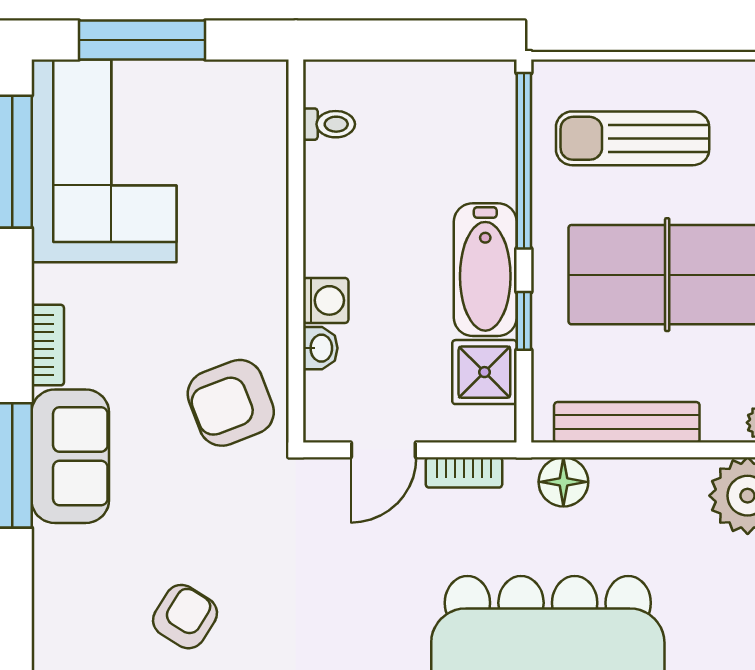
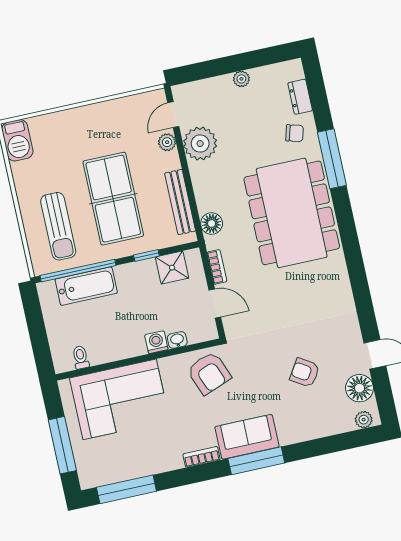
corner sofa: (104, 161) -> (120, 399), moved, turned 180
bathtub: (485, 270) -> (86, 286), moved

